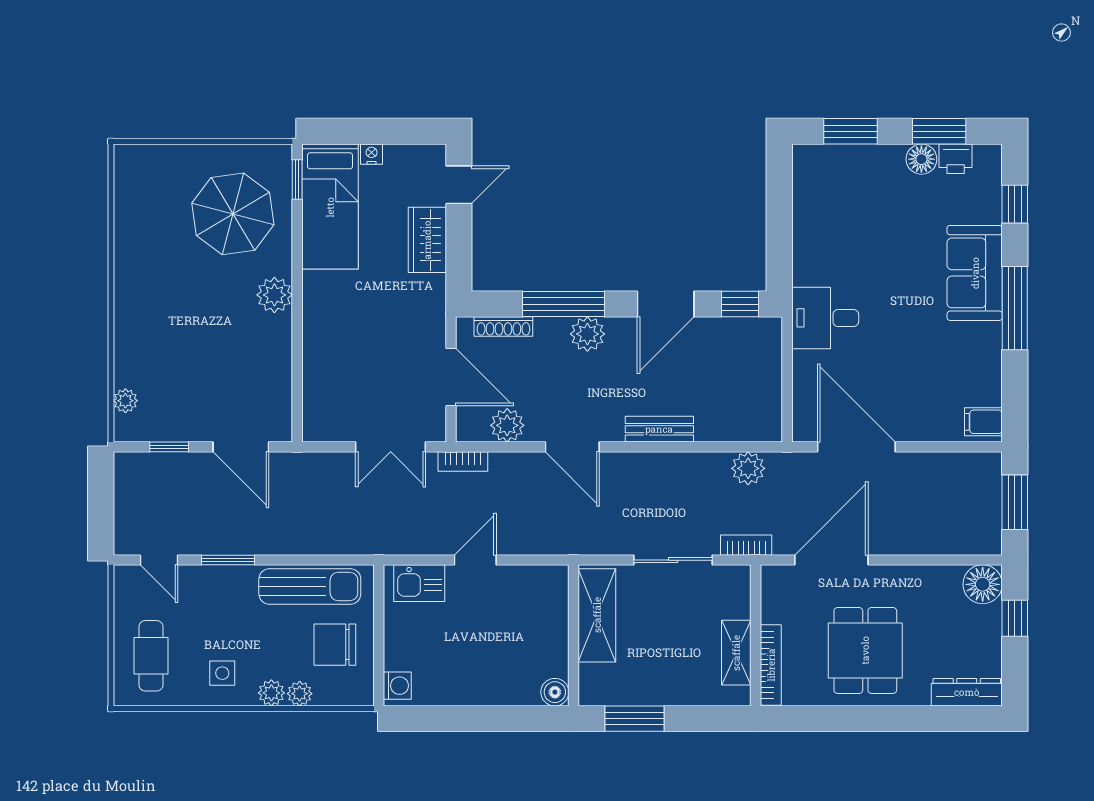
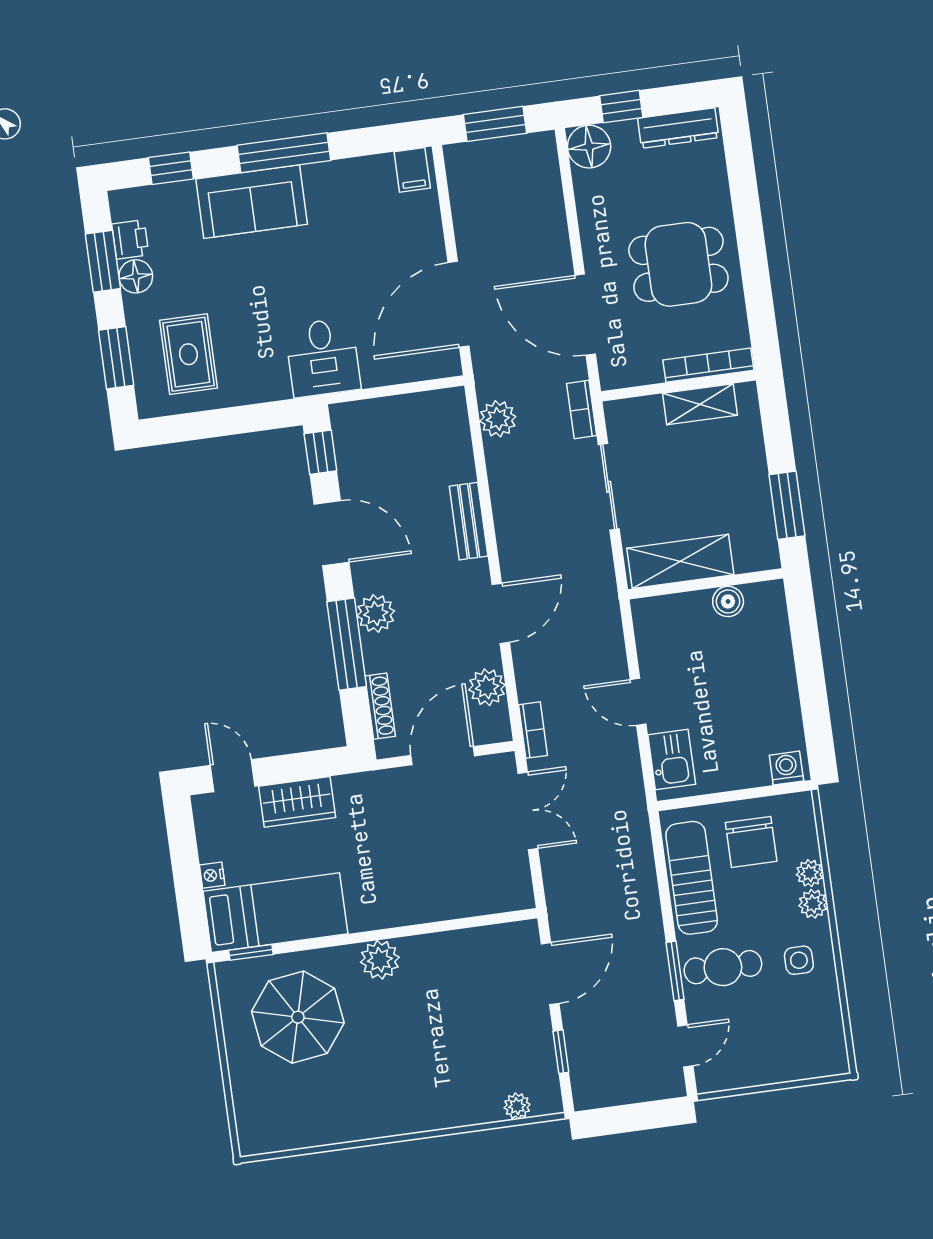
rug: (845, 197) -> (188, 354), added
cafe table: (151, 656) -> (723, 967), moved
boiler: (555, 692) -> (728, 601), moved
dresser: (967, 692) -> (678, 128), moved, turned -90

